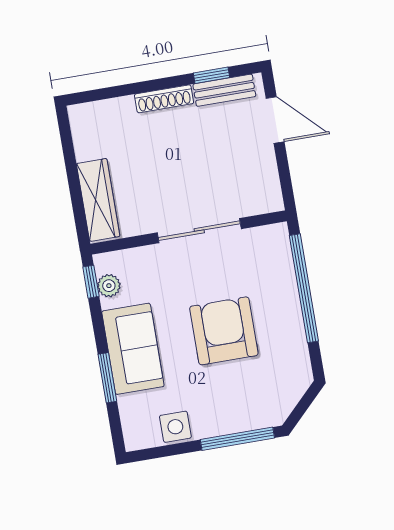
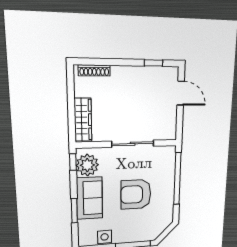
bench: (224, 90) -> (159, 72), removed
shoe rack: (164, 99) -> (94, 71), moved
plant: (109, 286) -> (87, 165), width x1.88, depth x1.88
armchair: (224, 331) -> (136, 194), turned -90

